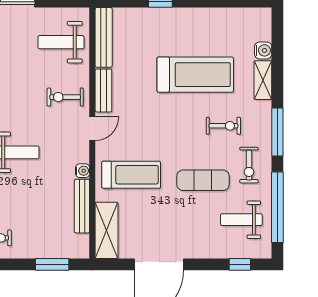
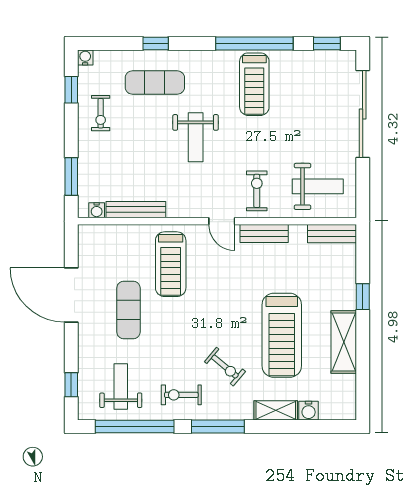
bench: (104, 37) -> (332, 234), width x0.73
weight bench: (61, 42) -> (318, 186), turned 90
exercise bike: (223, 126) -> (225, 367), turned -50
water cooler: (83, 171) -> (97, 210), moved
exercise mat: (203, 180) -> (128, 310), moved
shelving: (107, 230) -> (344, 342), moved, turned 90

